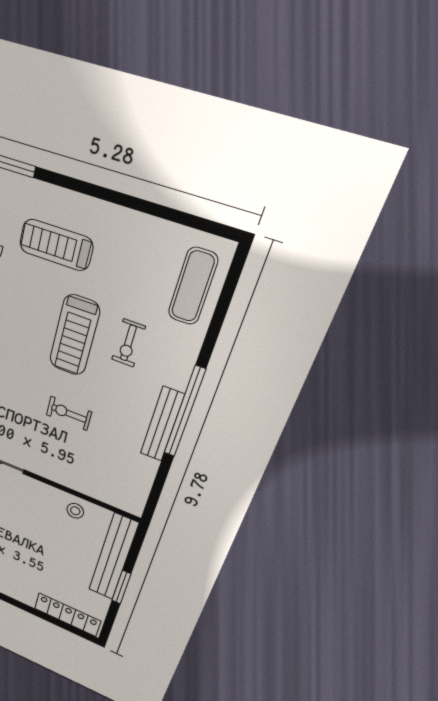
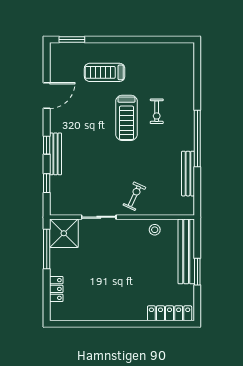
exercise mat: (193, 286) -> (180, 70), removed
exercise bike: (69, 413) -> (134, 196), moved, turned 115
bench: (162, 424) -> (188, 174), moved

